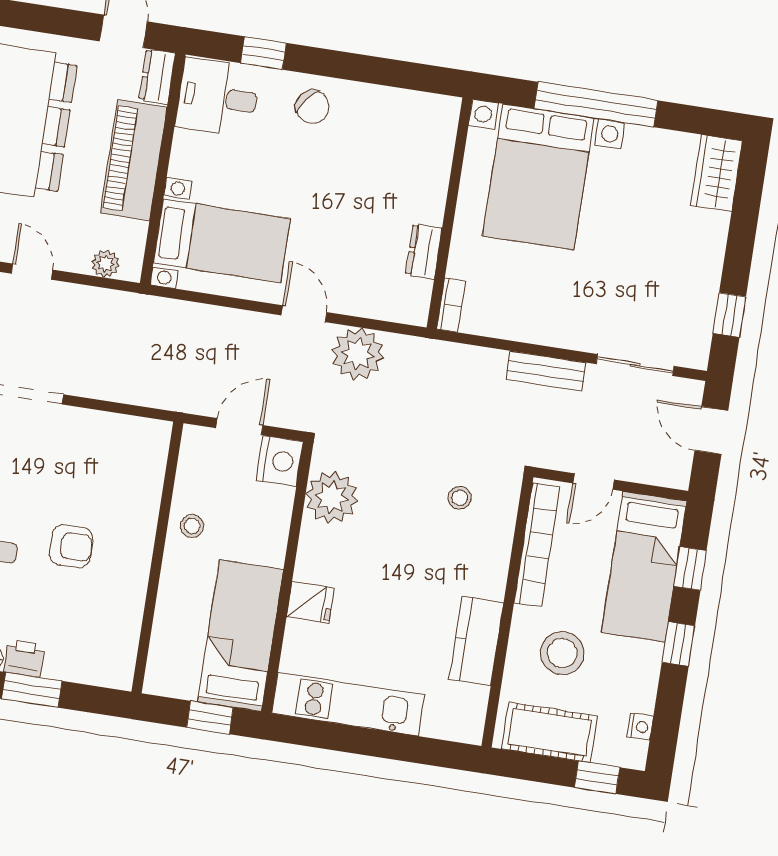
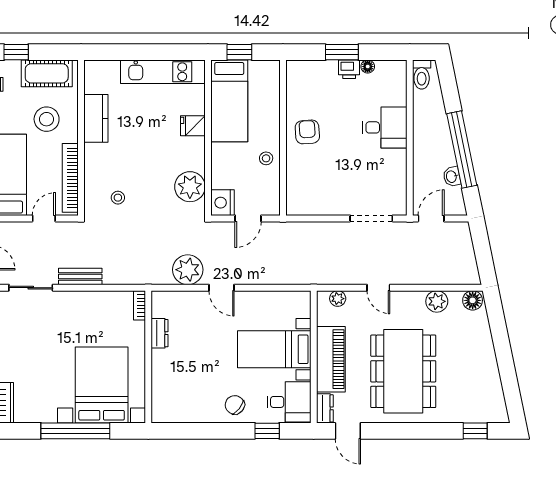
bed with nightstands: (222, 241) -> (274, 349), moved
armchair: (71, 546) -> (307, 132), moved, turned 86

